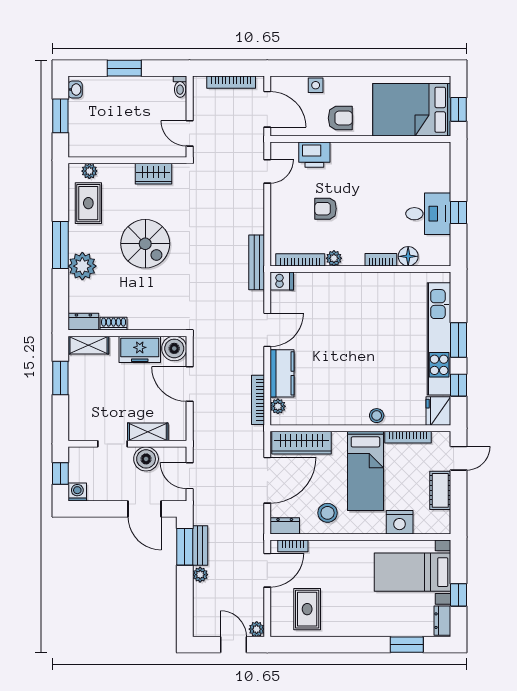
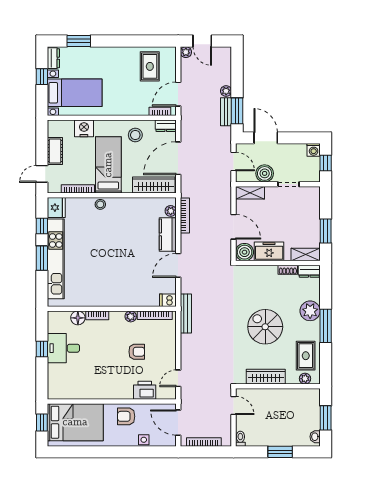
wardrobe: (153, 174) -> (266, 377), width x1.50
shelving: (148, 432) -> (250, 193), moved

